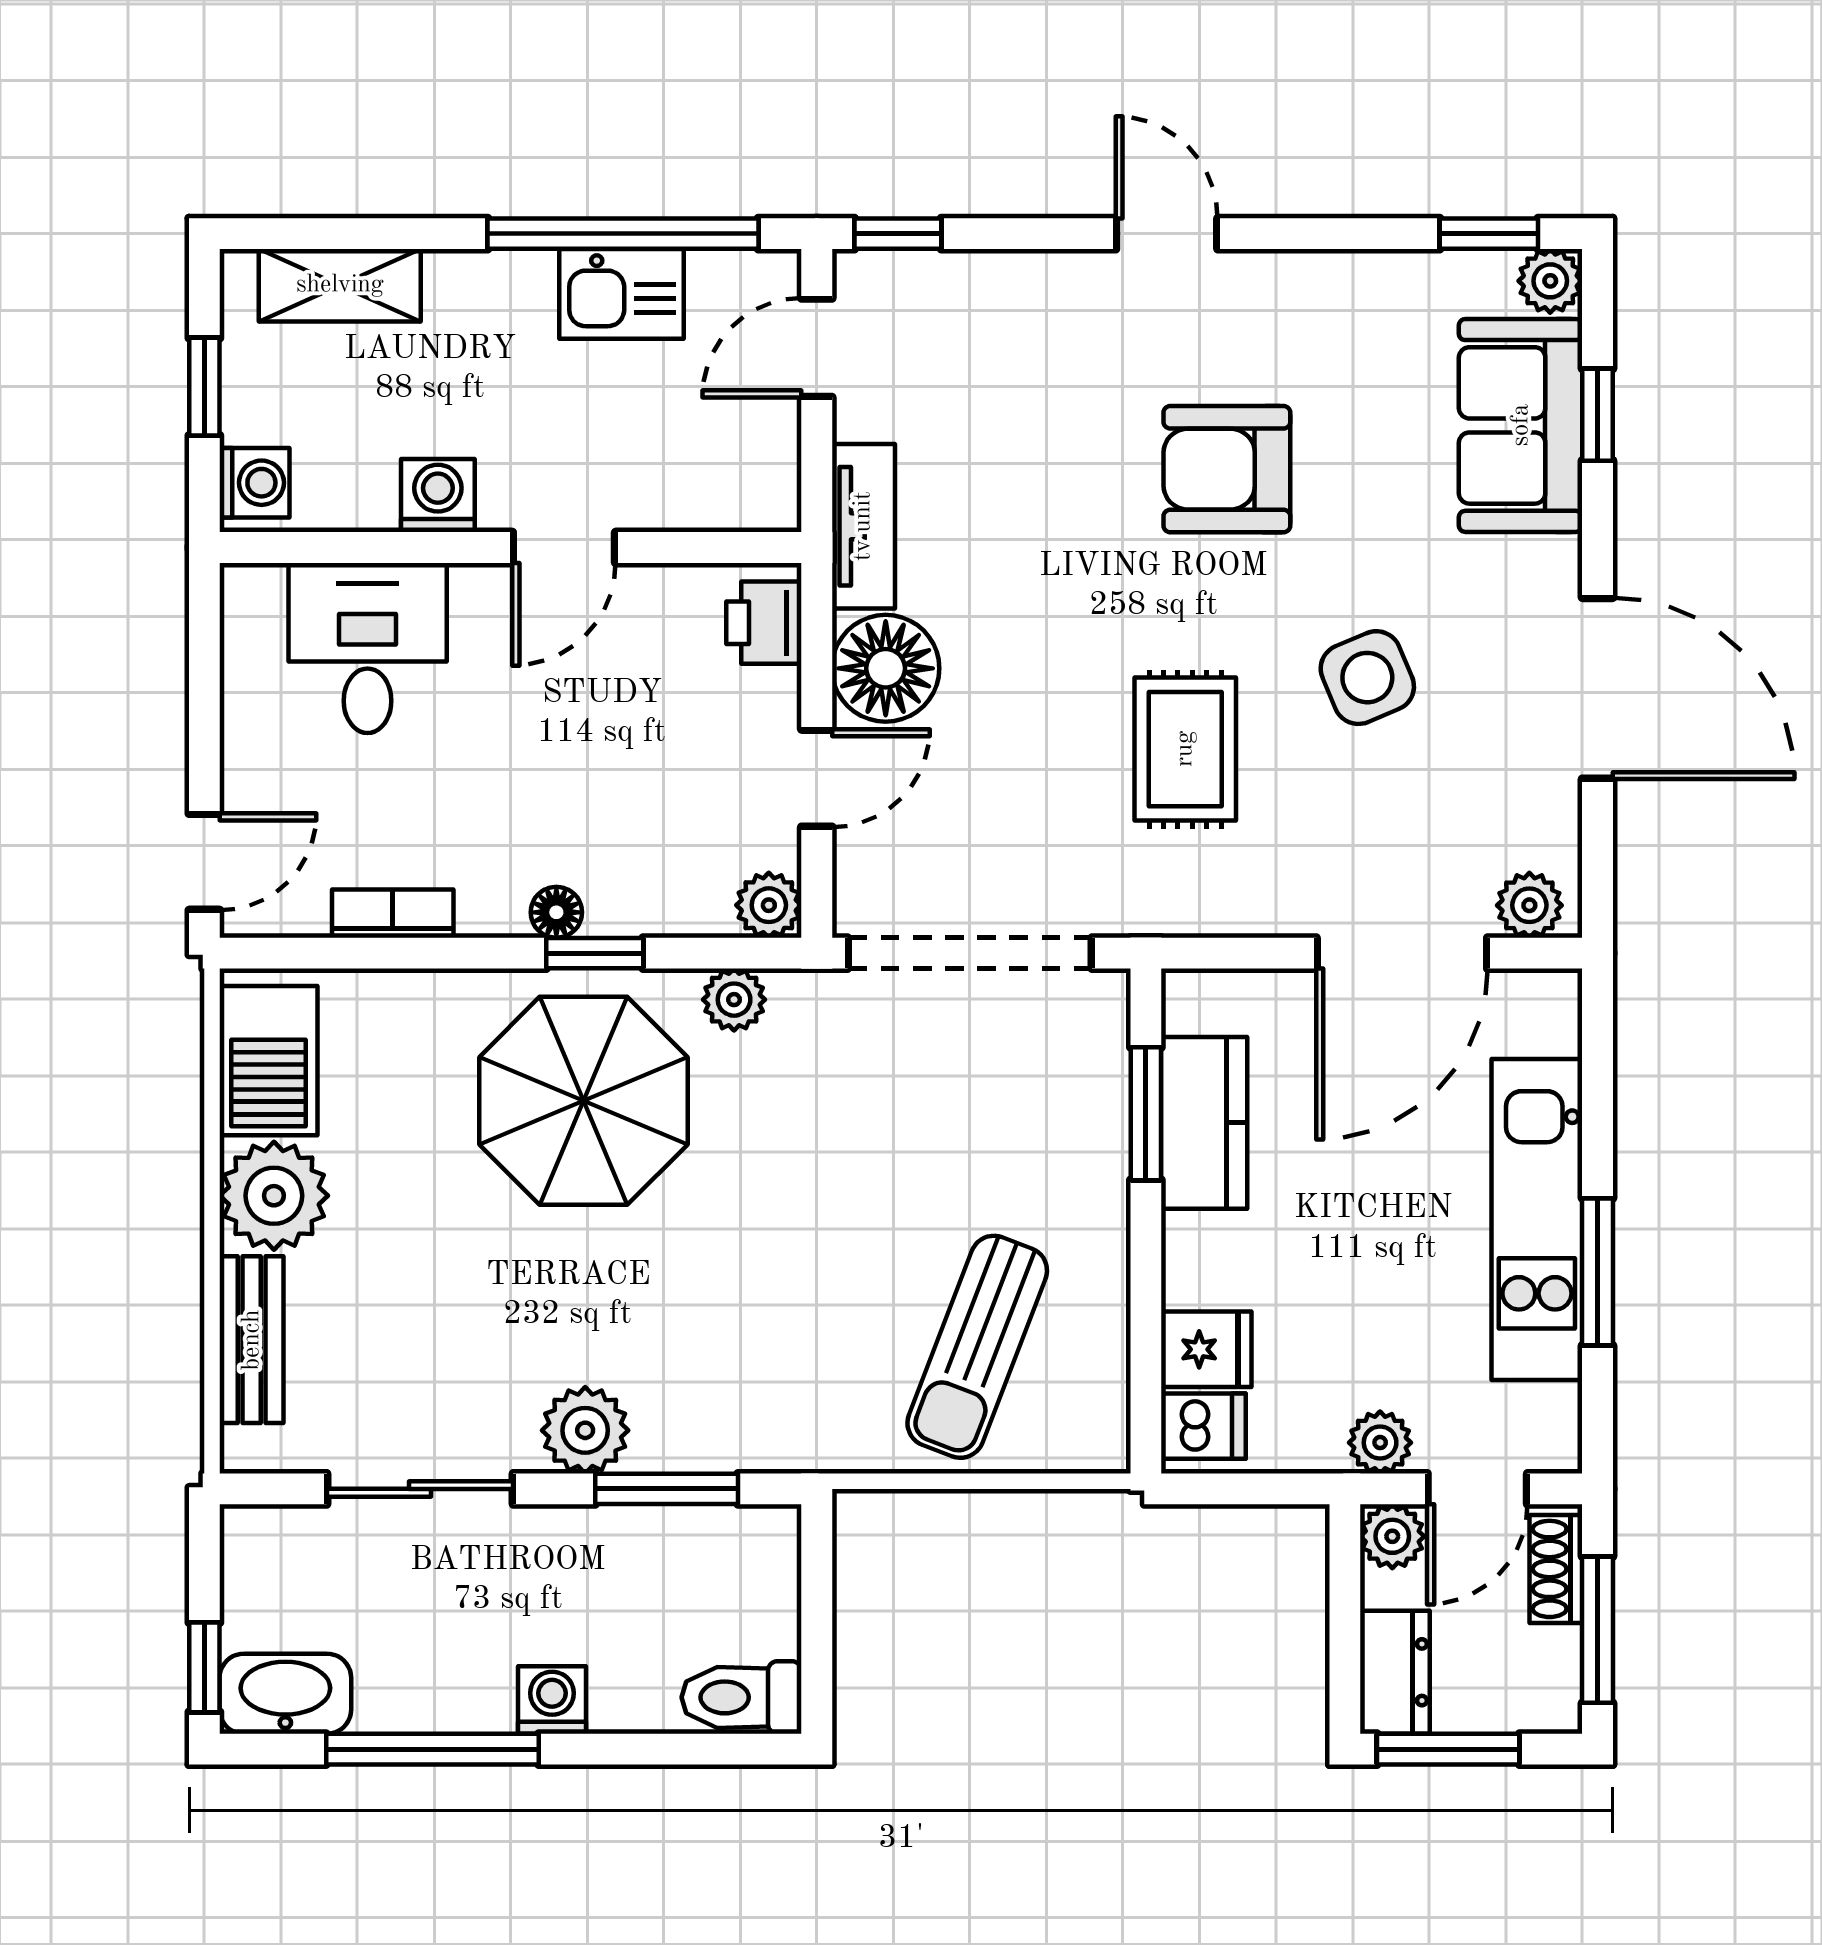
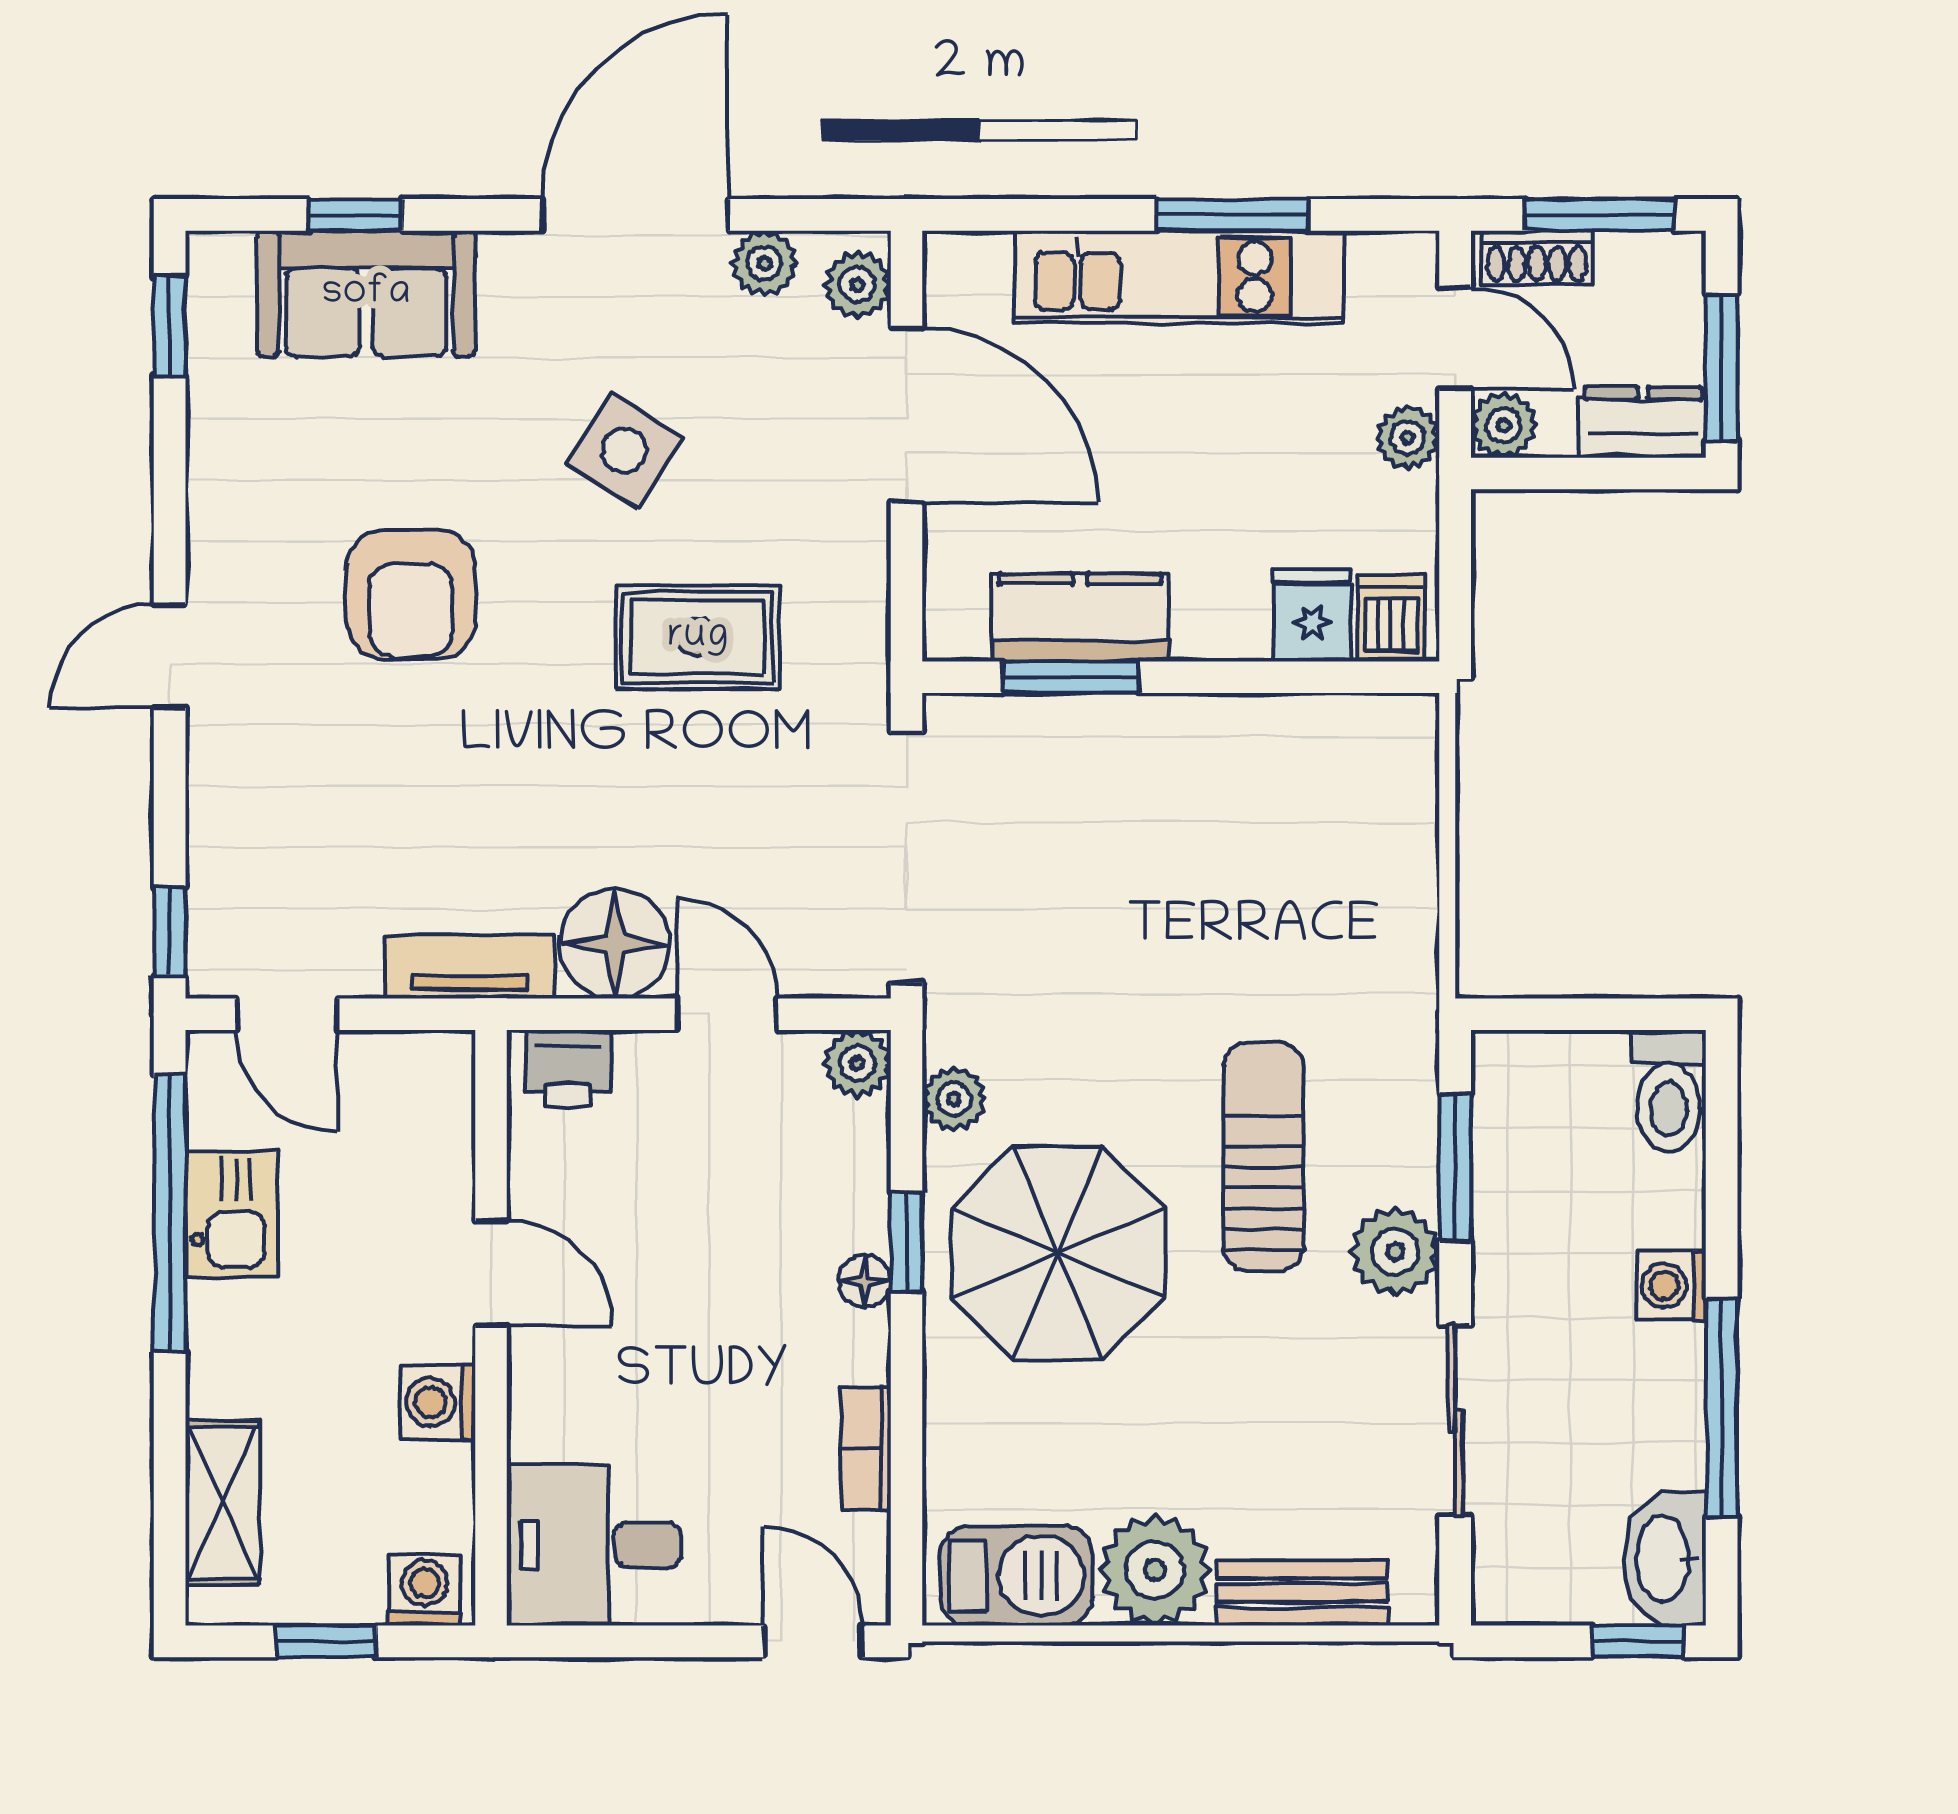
plant: (1550, 281) -> (765, 263), moved
desk: (368, 648) -> (594, 1545), moved
side table: (1367, 678) -> (624, 451), turned -35
sun lounger: (977, 1347) -> (1264, 1157), moved, turned -111

